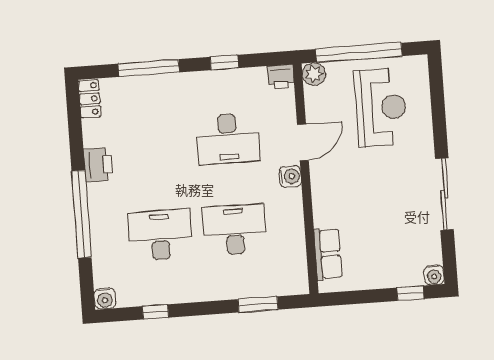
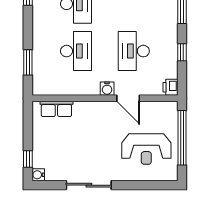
plant: (314, 74) -> (170, 108), removed

